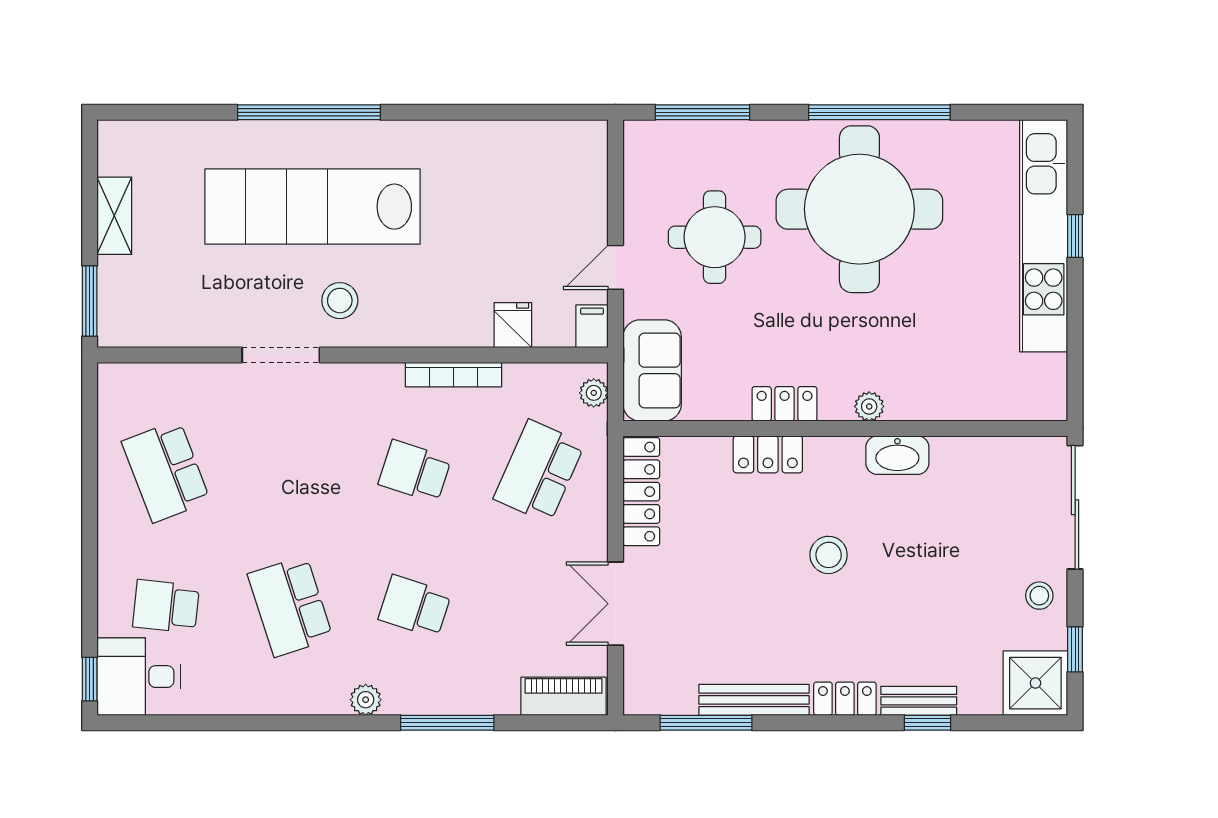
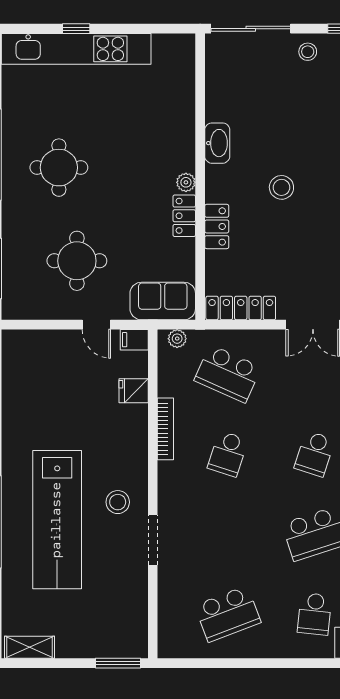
round table: (859, 209) -> (59, 168), width x0.54, depth x0.54
shelving: (114, 216) -> (29, 647), moved
plant: (869, 406) -> (186, 182), moved

